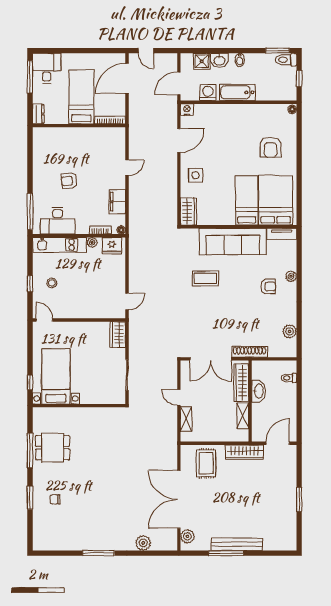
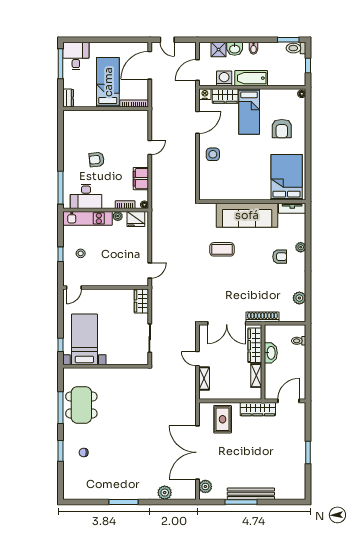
bed: (247, 200) -> (249, 111), moved, turned 180
wardrobe: (188, 211) -> (225, 96), moved, turned 90
door: (44, 320) -> (74, 288), swing flipped
dining table: (53, 448) -> (81, 405), width x1.38

